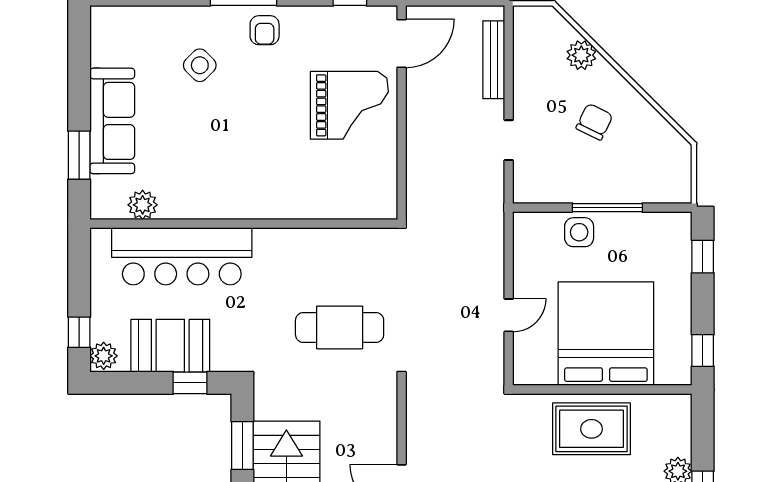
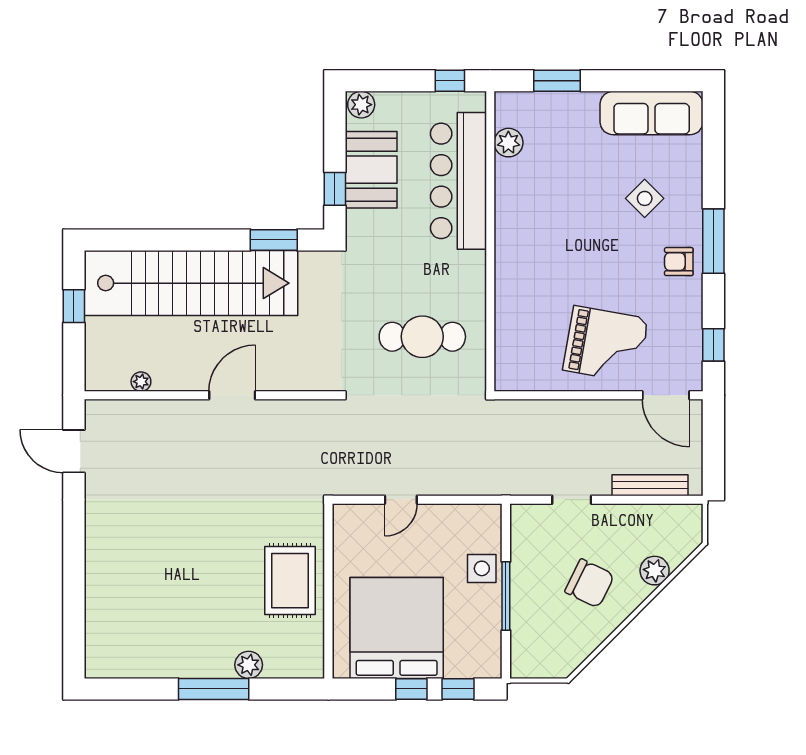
grand piano: (349, 105) -> (606, 344), turned -80
sofa: (112, 121) -> (652, 113), moved
chair: (594, 122) -> (590, 583), width x1.37, depth x1.37
door: (509, 315) -> (401, 500), hinge flipped
cafe table: (340, 327) -> (422, 337), moved, turned 90
window: (79, 332) -> (450, 81), moved
bed: (606, 334) -> (397, 628), moved, turned -90
window: (703, 350) -> (411, 689), moved

